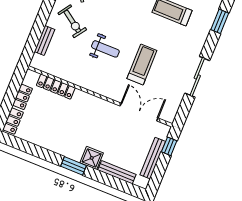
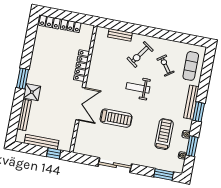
weight bench: (105, 49) -> (138, 88), moved, turned 90
locker: (56, 87) -> (82, 66), moved
double door: (139, 112) -> (81, 104), moved

